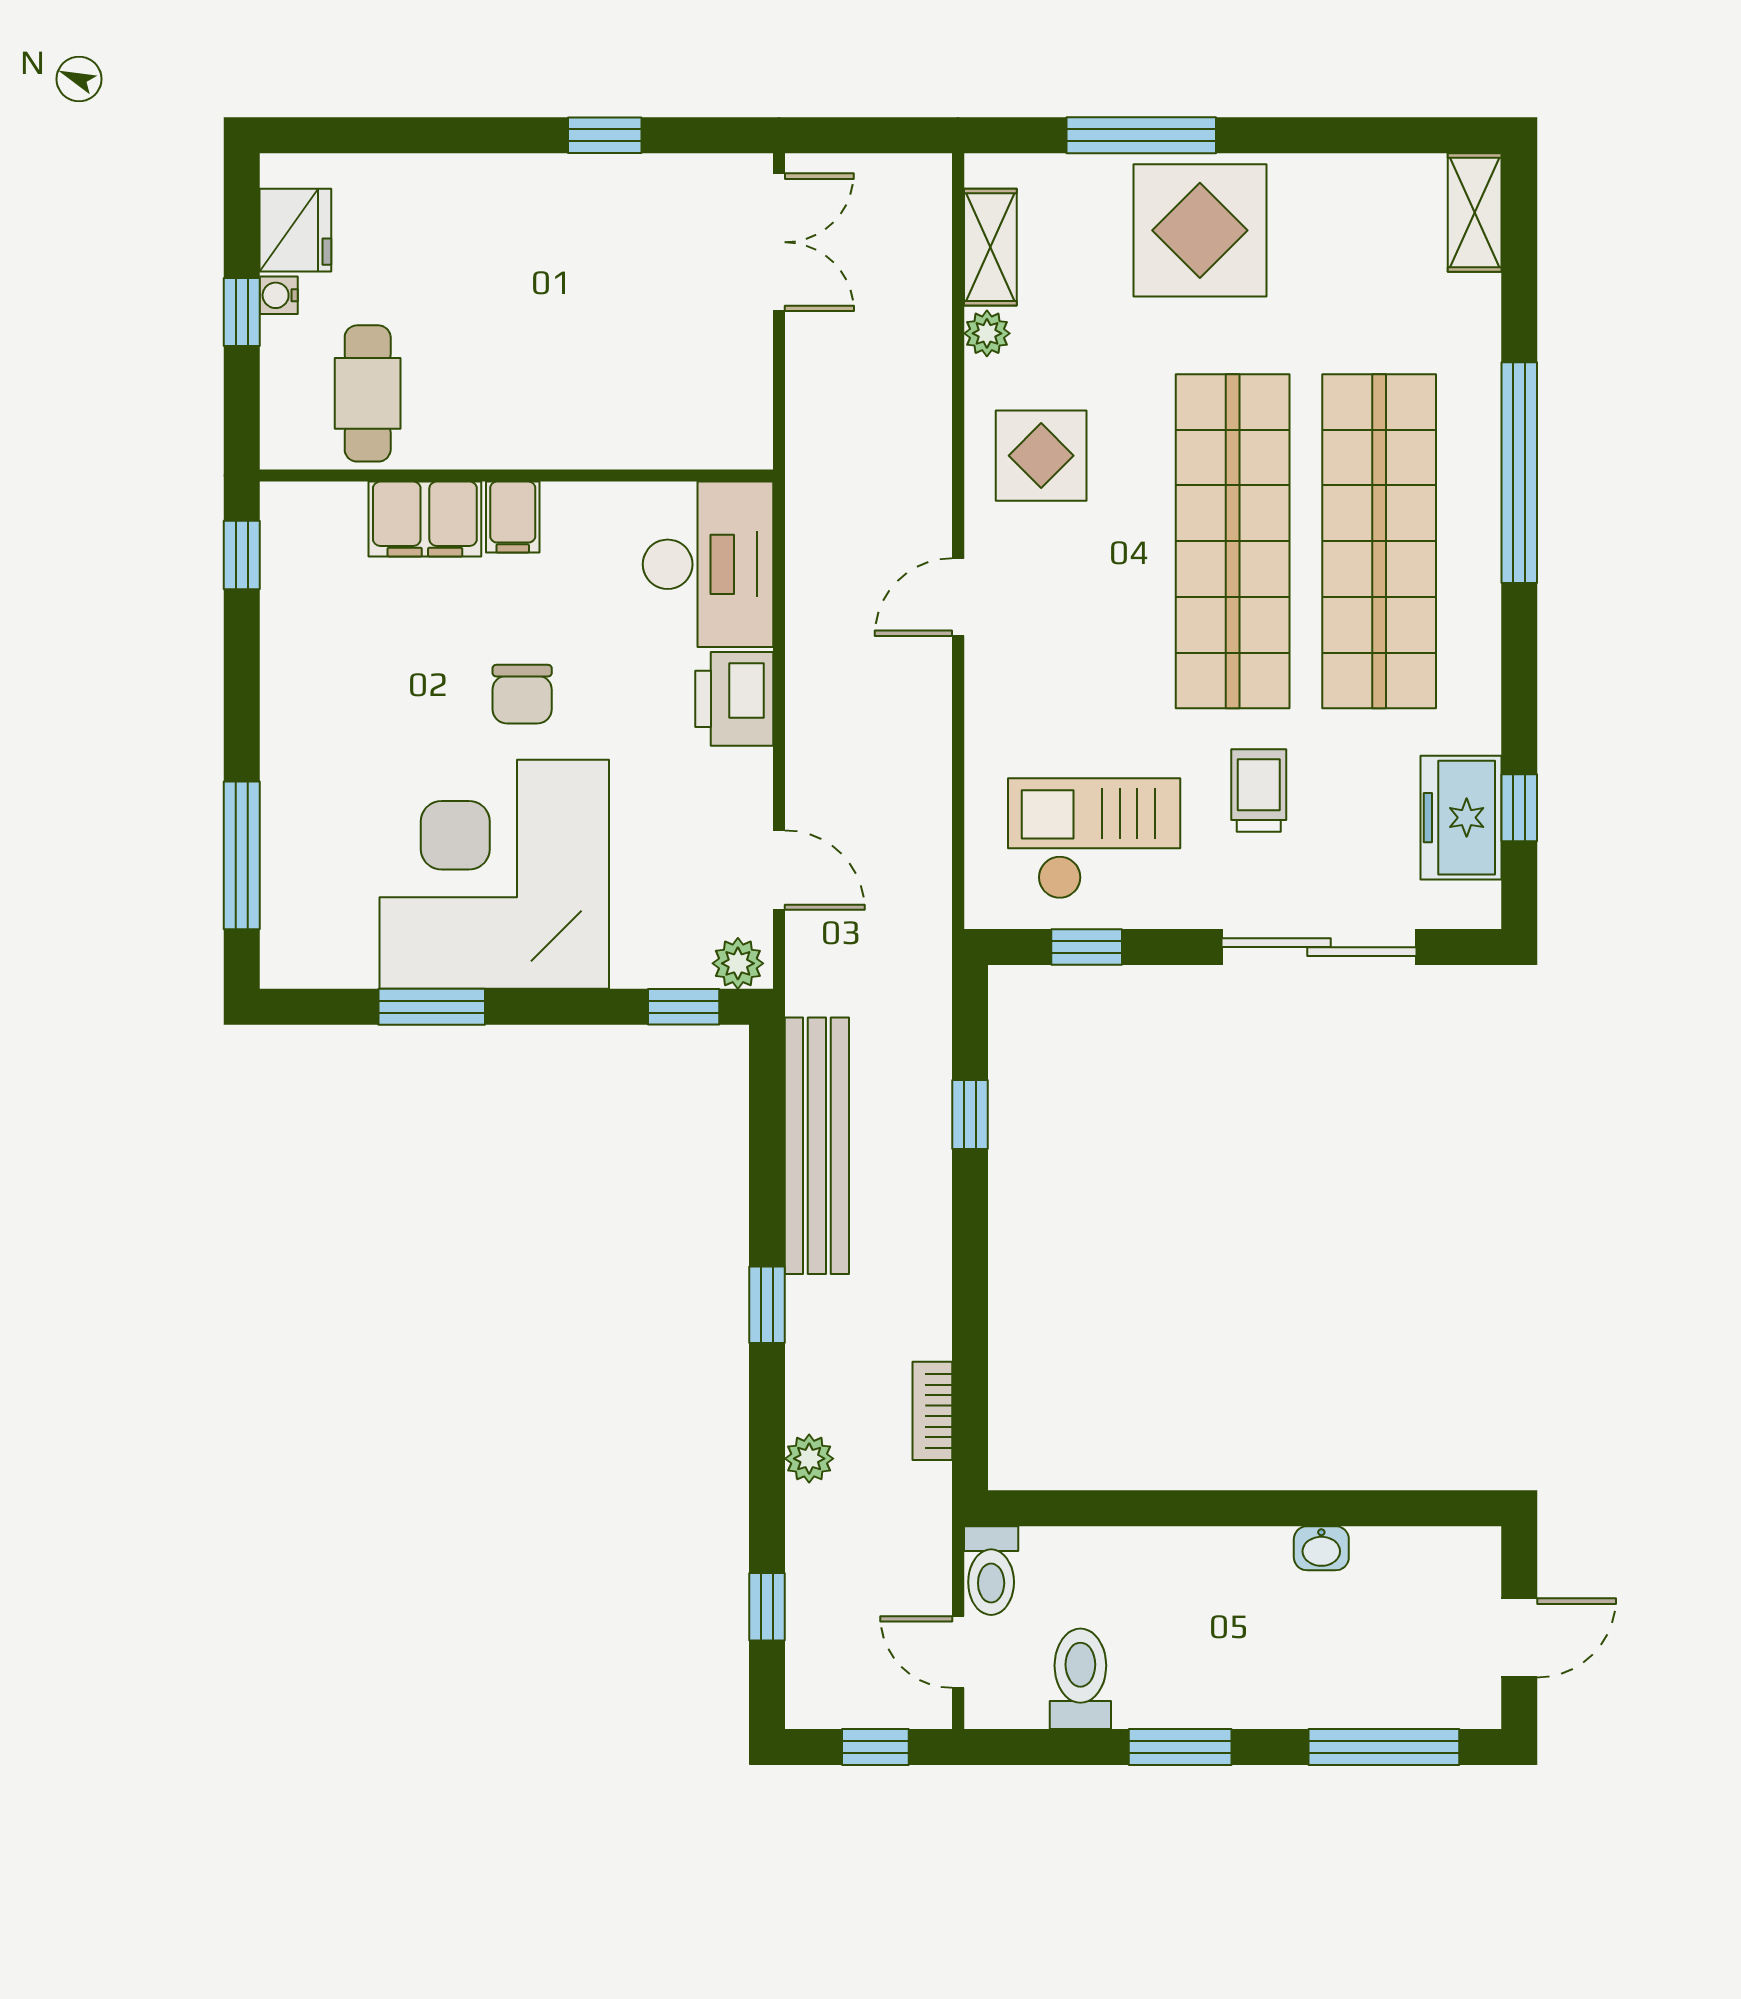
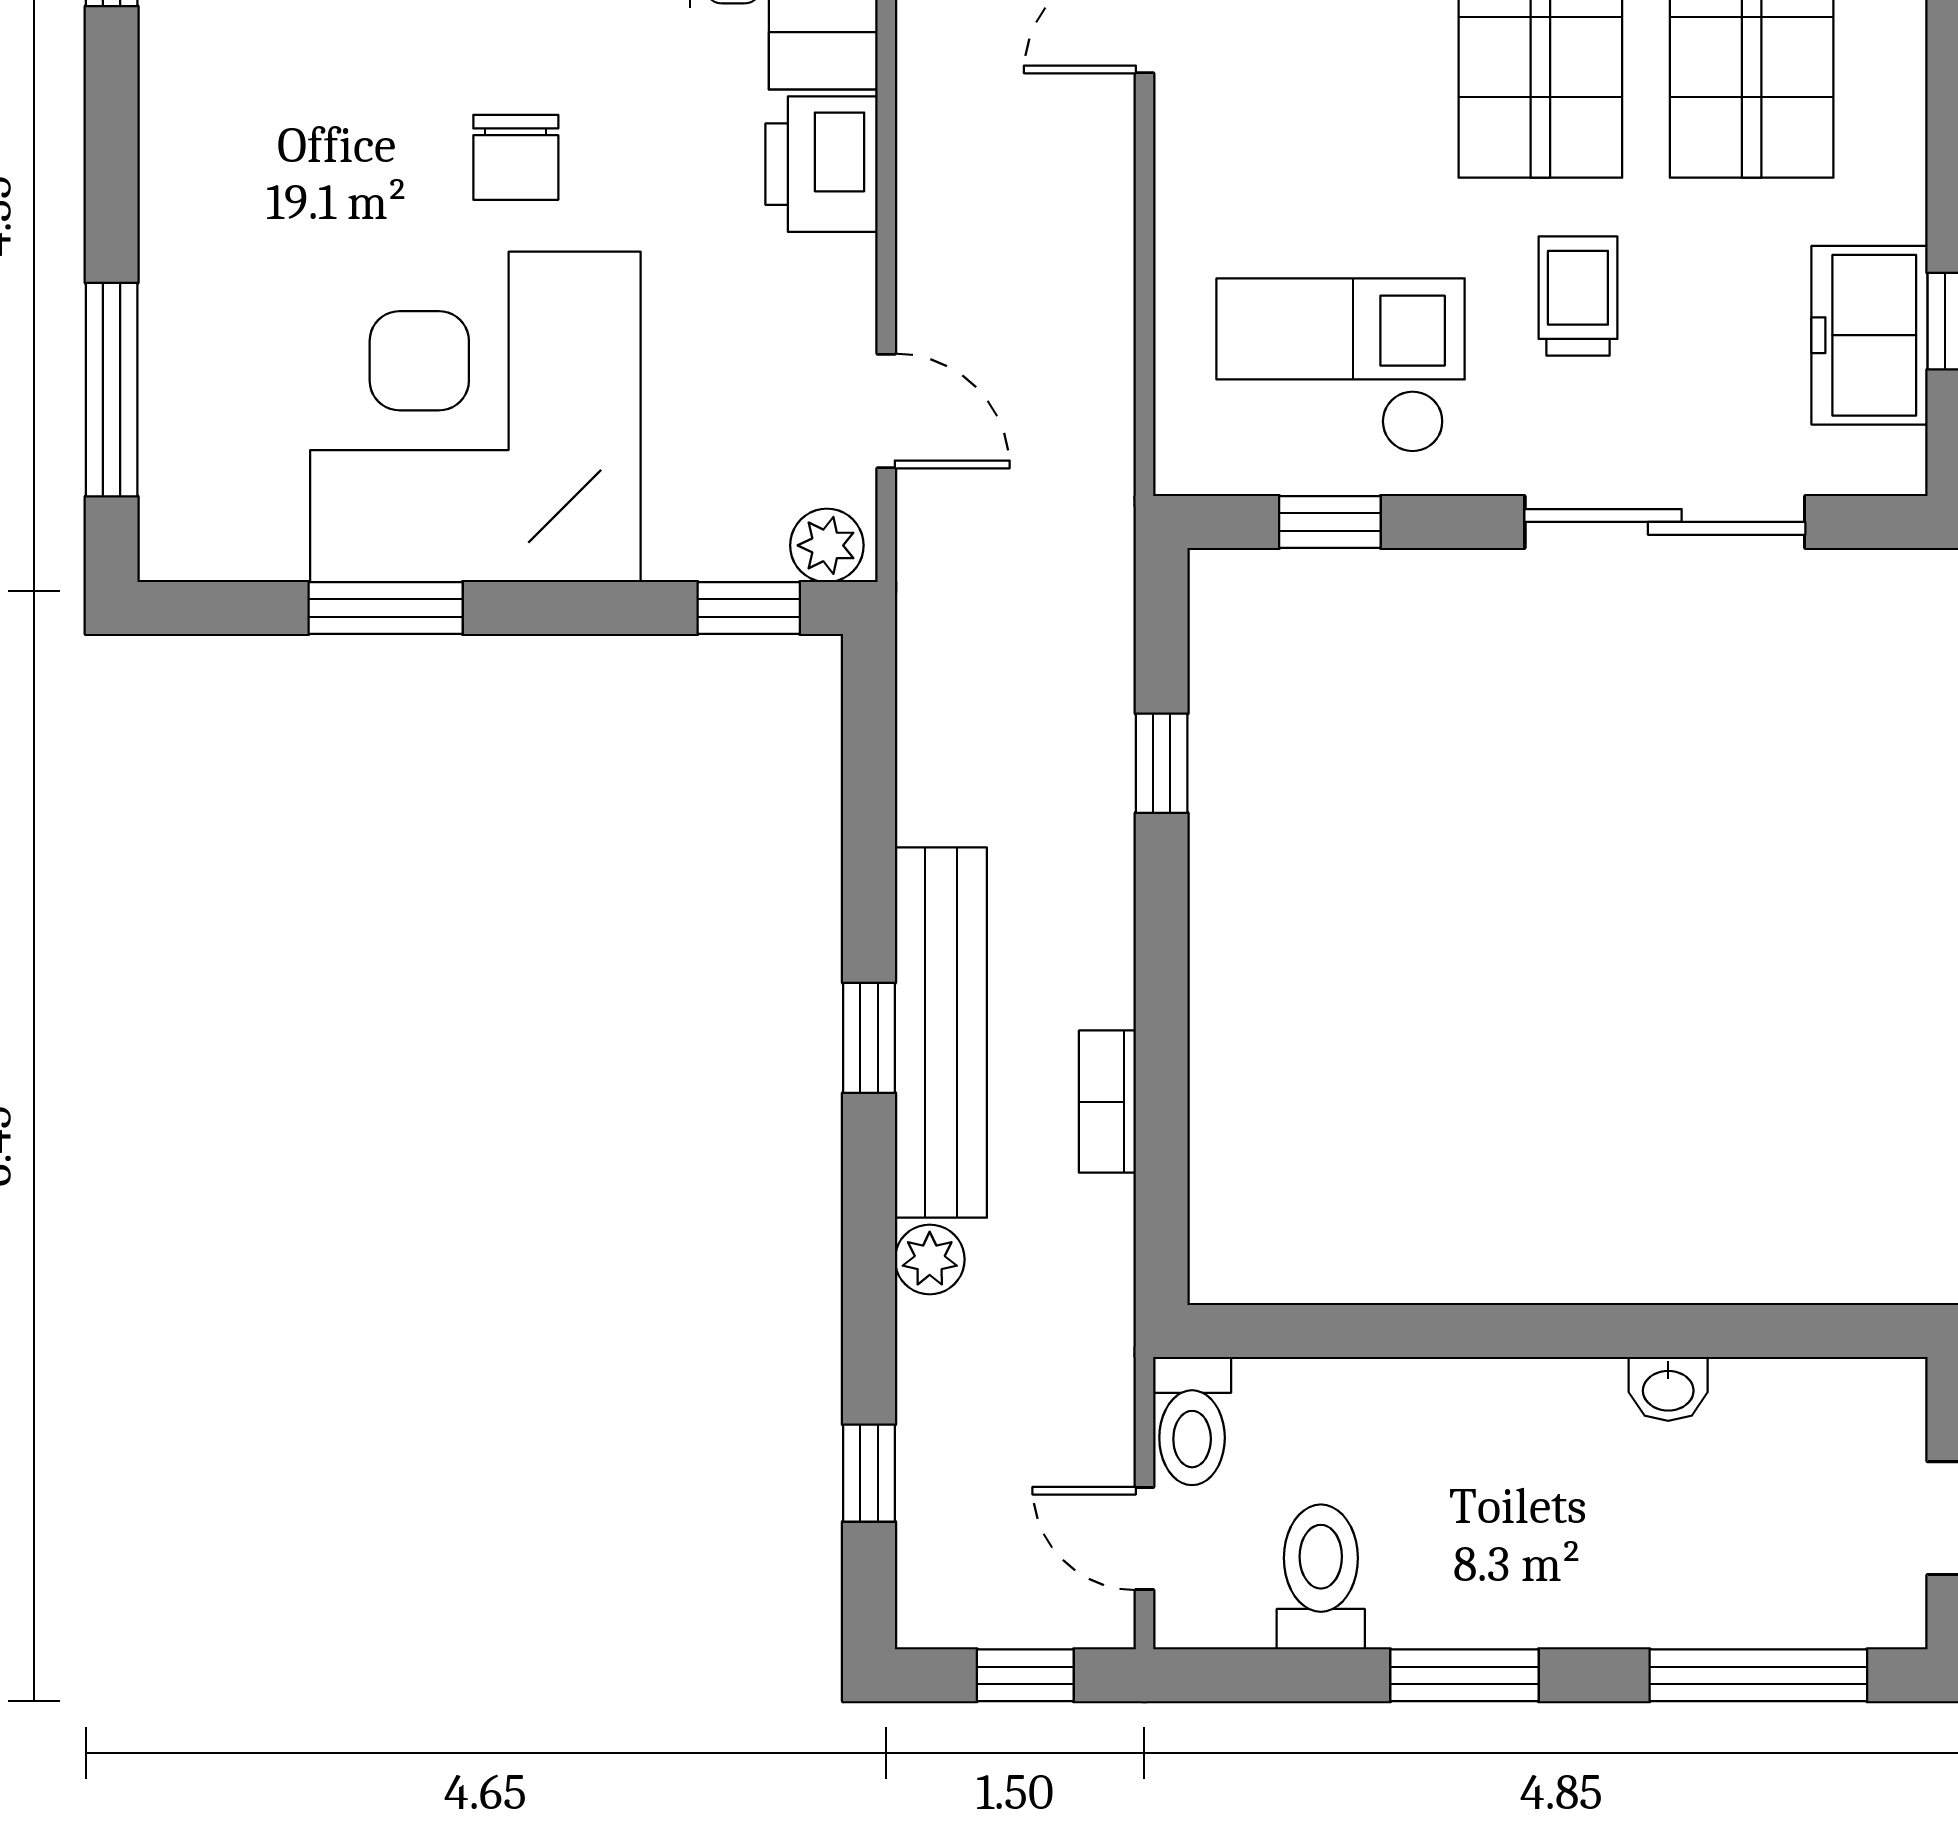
bench: (817, 1146) -> (941, 1033), moved
bookcase: (932, 1411) -> (1107, 1102), moved

